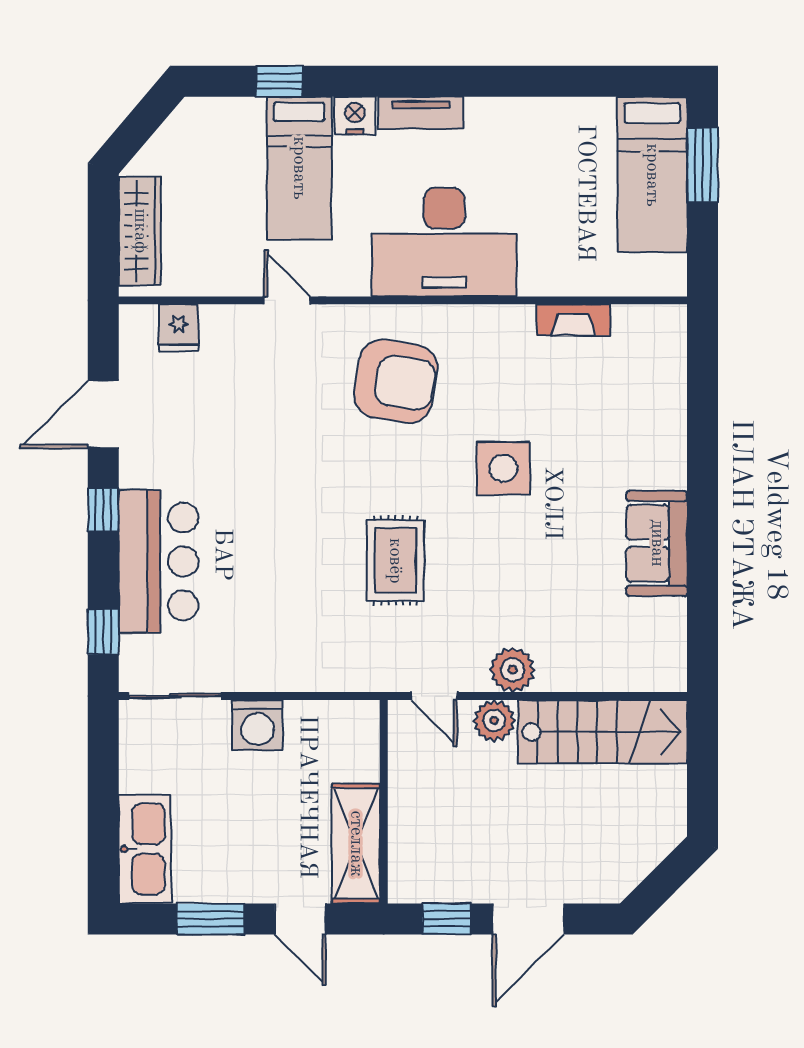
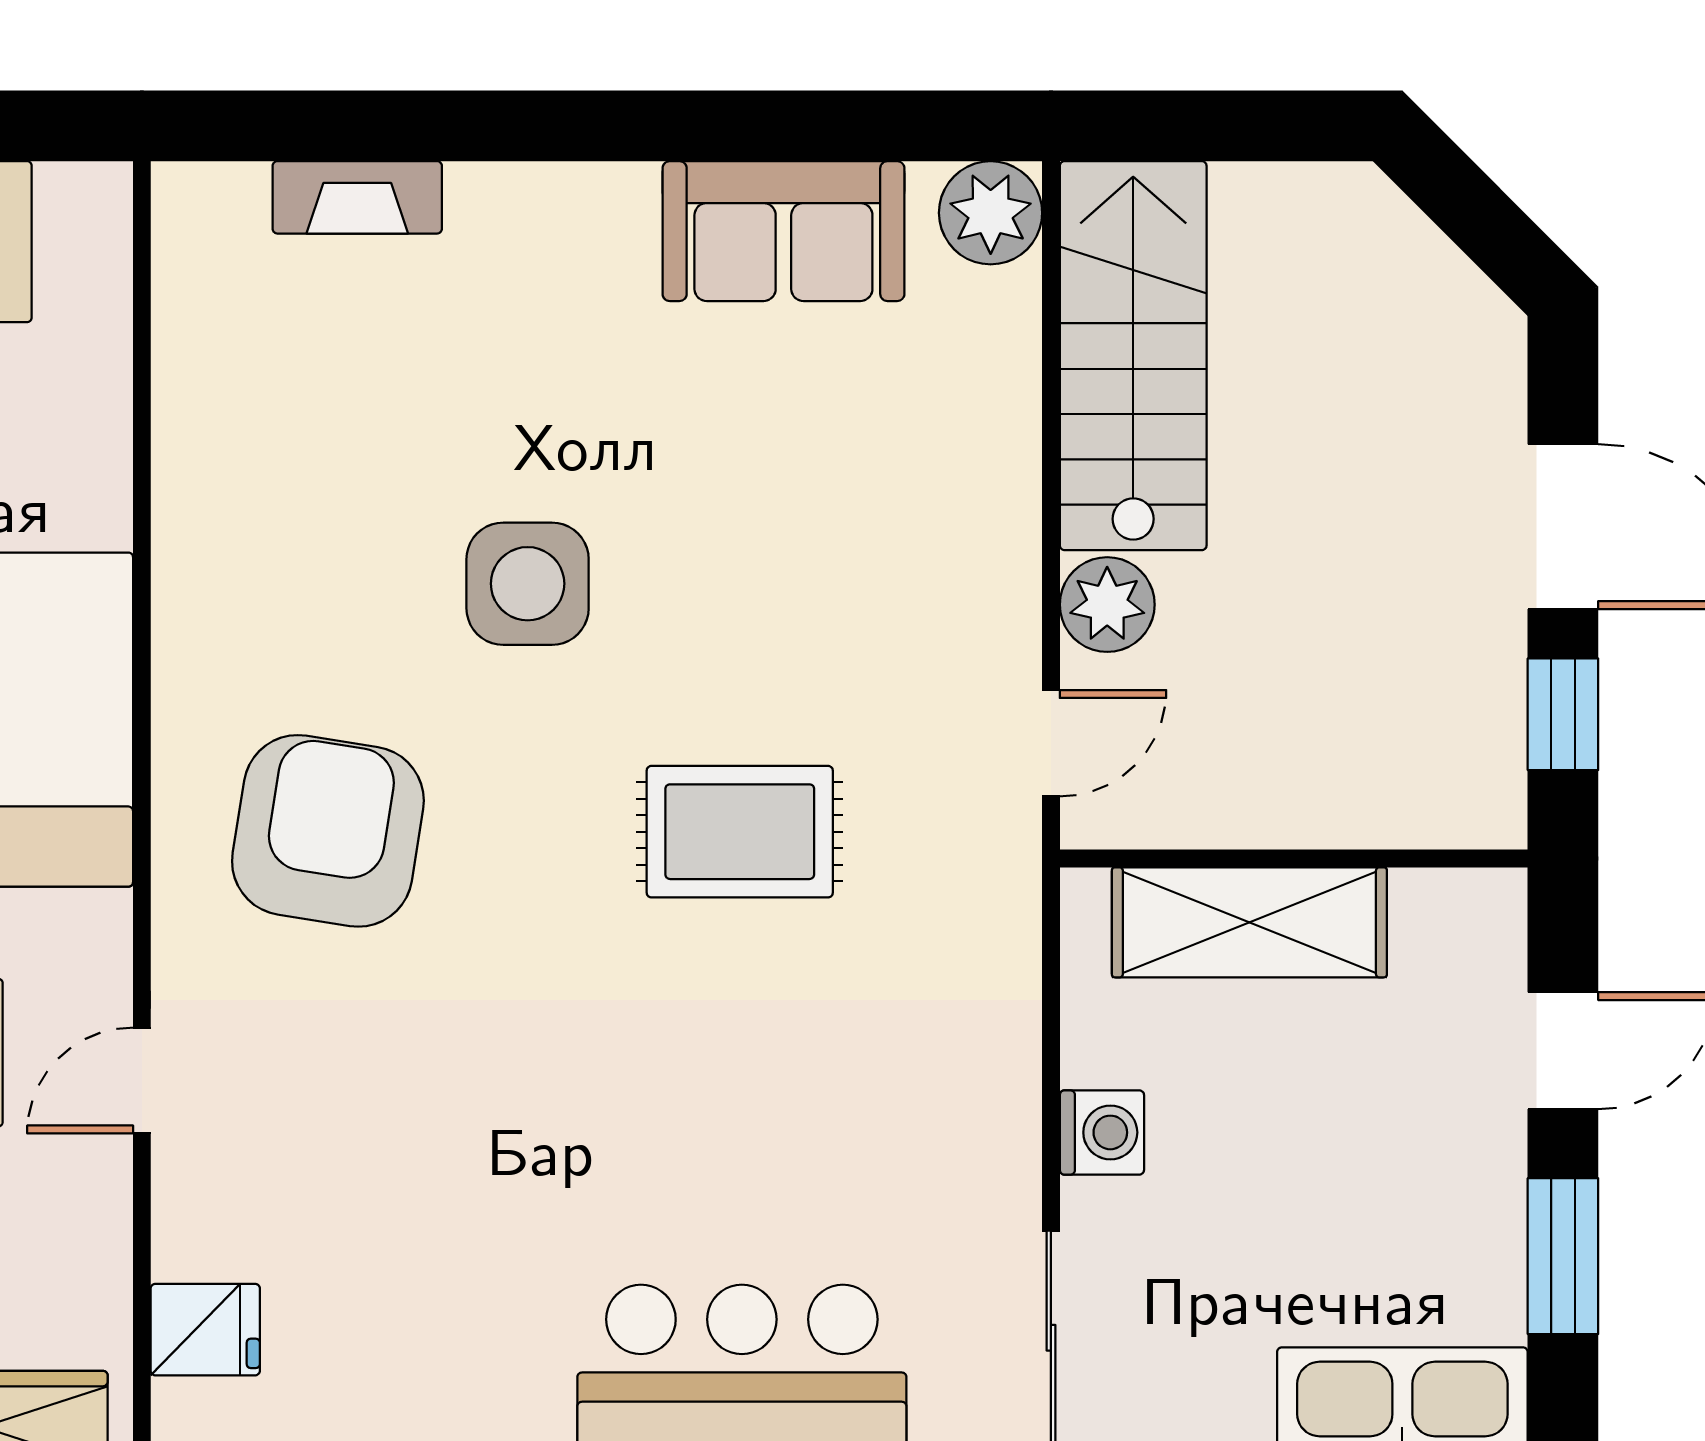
fireplace: (573, 320) -> (357, 197), moved, turned 90
sofa: (657, 543) -> (783, 231), moved
plant: (513, 670) -> (991, 213), moved
washing machine: (258, 725) -> (1102, 1132), width x0.73, depth x0.73
shelving: (356, 844) -> (1249, 922), moved

